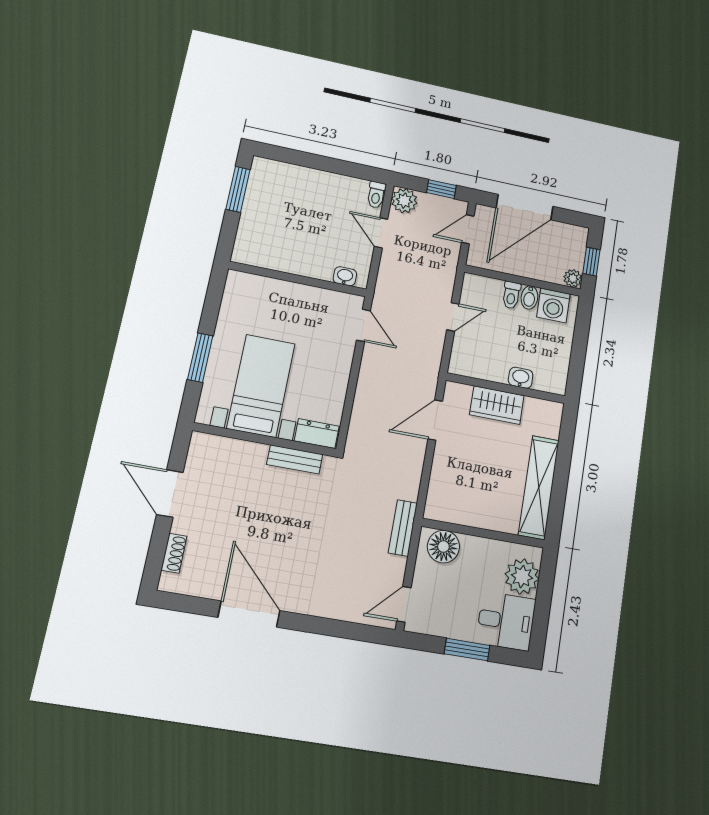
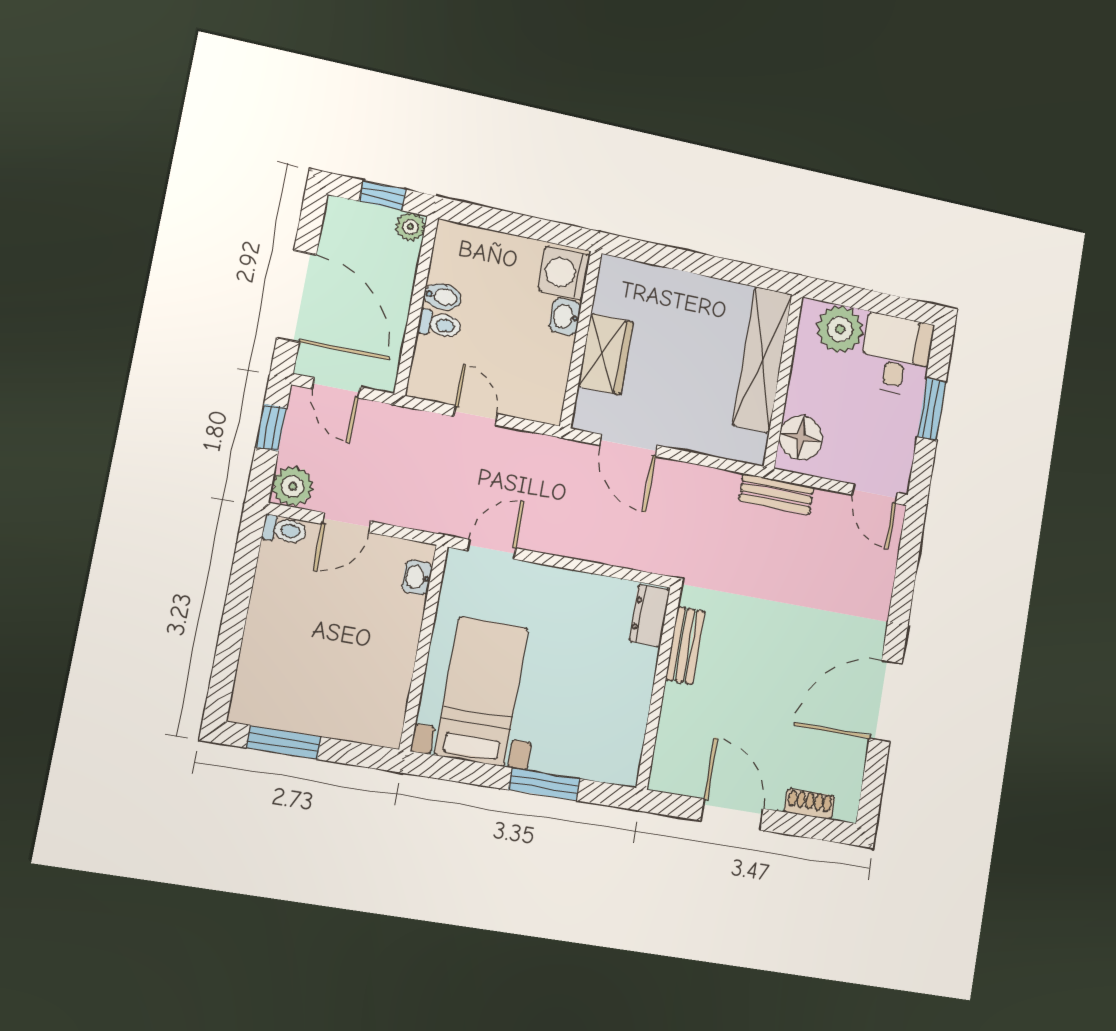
washing machine: (553, 306) -> (564, 273), moved, turned 180
bed with nightstands: (261, 386) -> (481, 691), moved, turned 90
shelving: (539, 487) -> (762, 360), moved, turned 90
door: (170, 493) -> (732, 815), swing flipped

